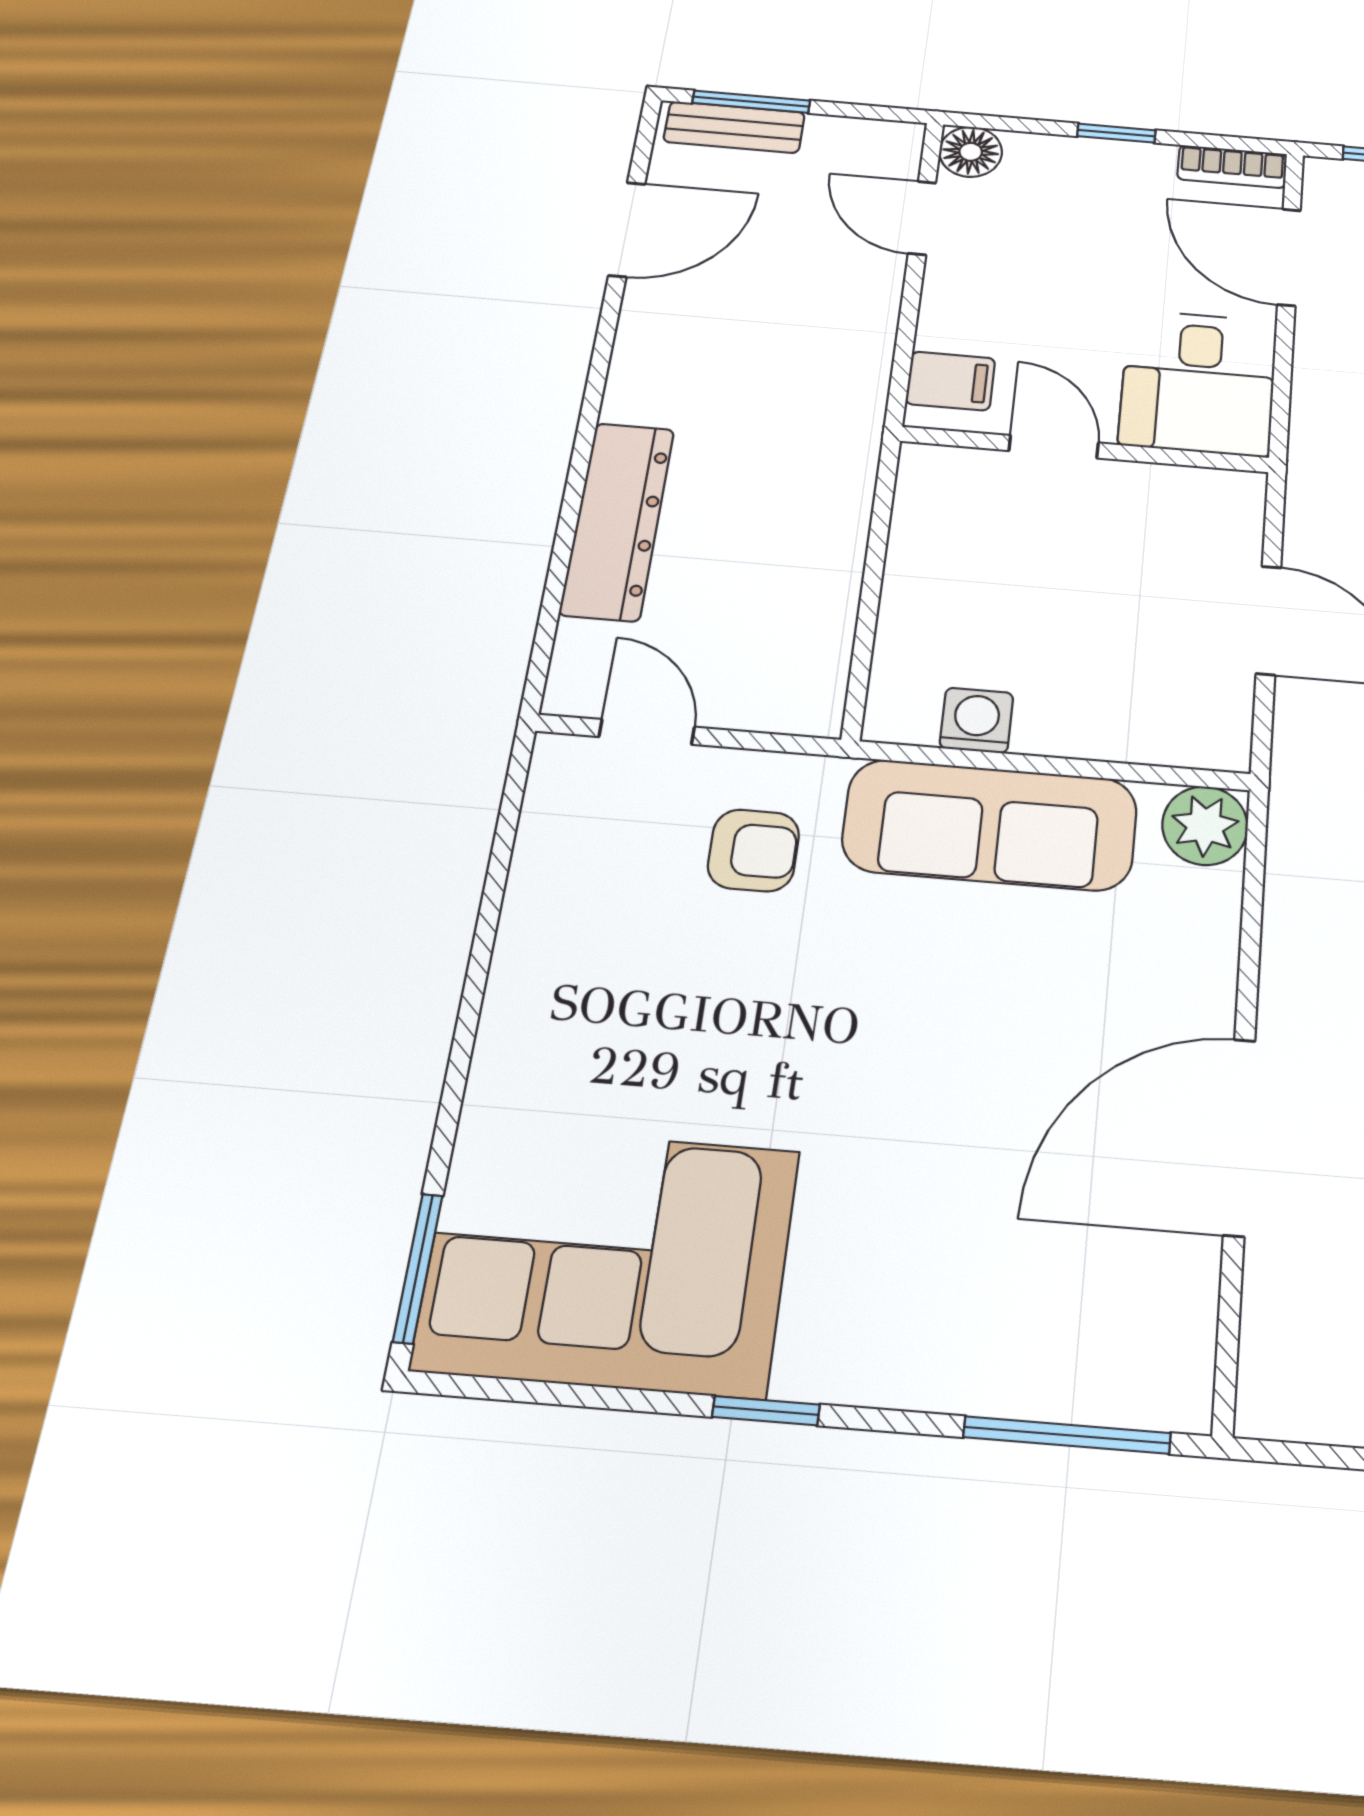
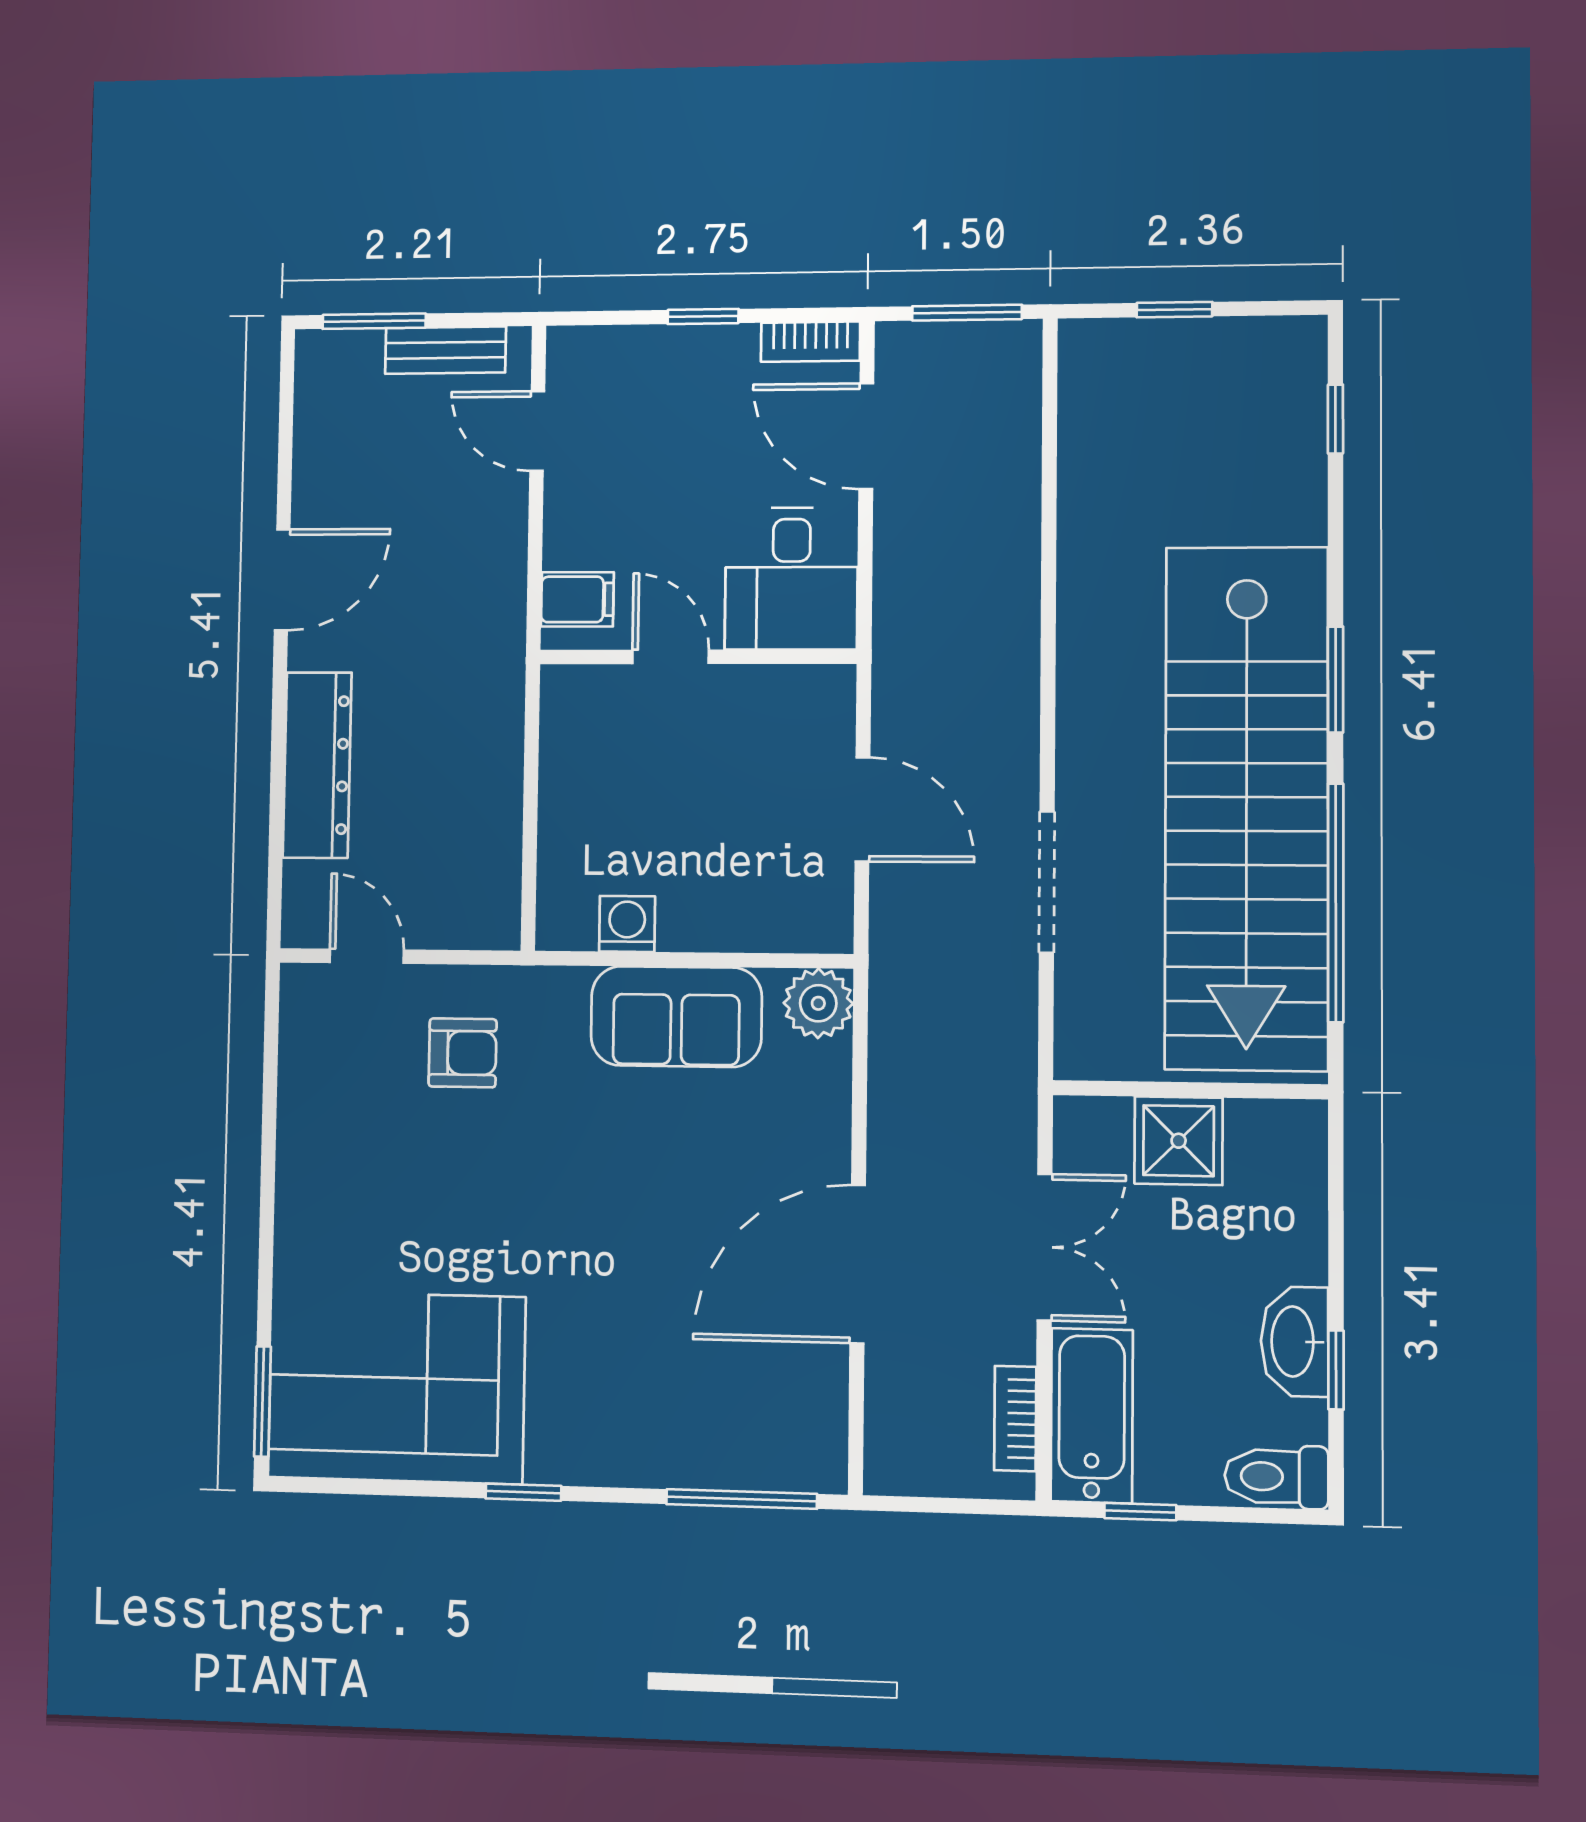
bench: (734, 127) -> (445, 350), moved
floor lamp: (971, 152) -> (574, 353), removed
door: (627, 229) -> (282, 580), moved
sofa: (990, 825) -> (676, 1017), width x0.73

